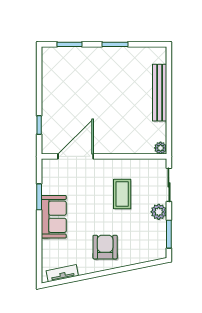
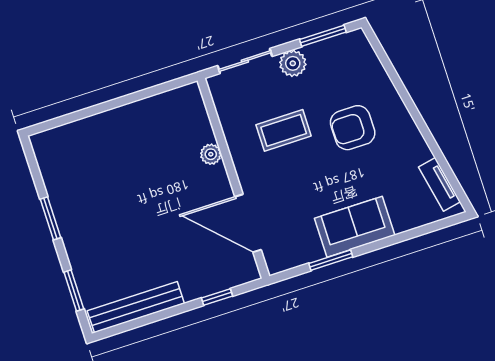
bench: (160, 93) -> (136, 307), moved
plant: (161, 148) -> (211, 154), moved
armchair: (105, 247) -> (353, 128), moved

